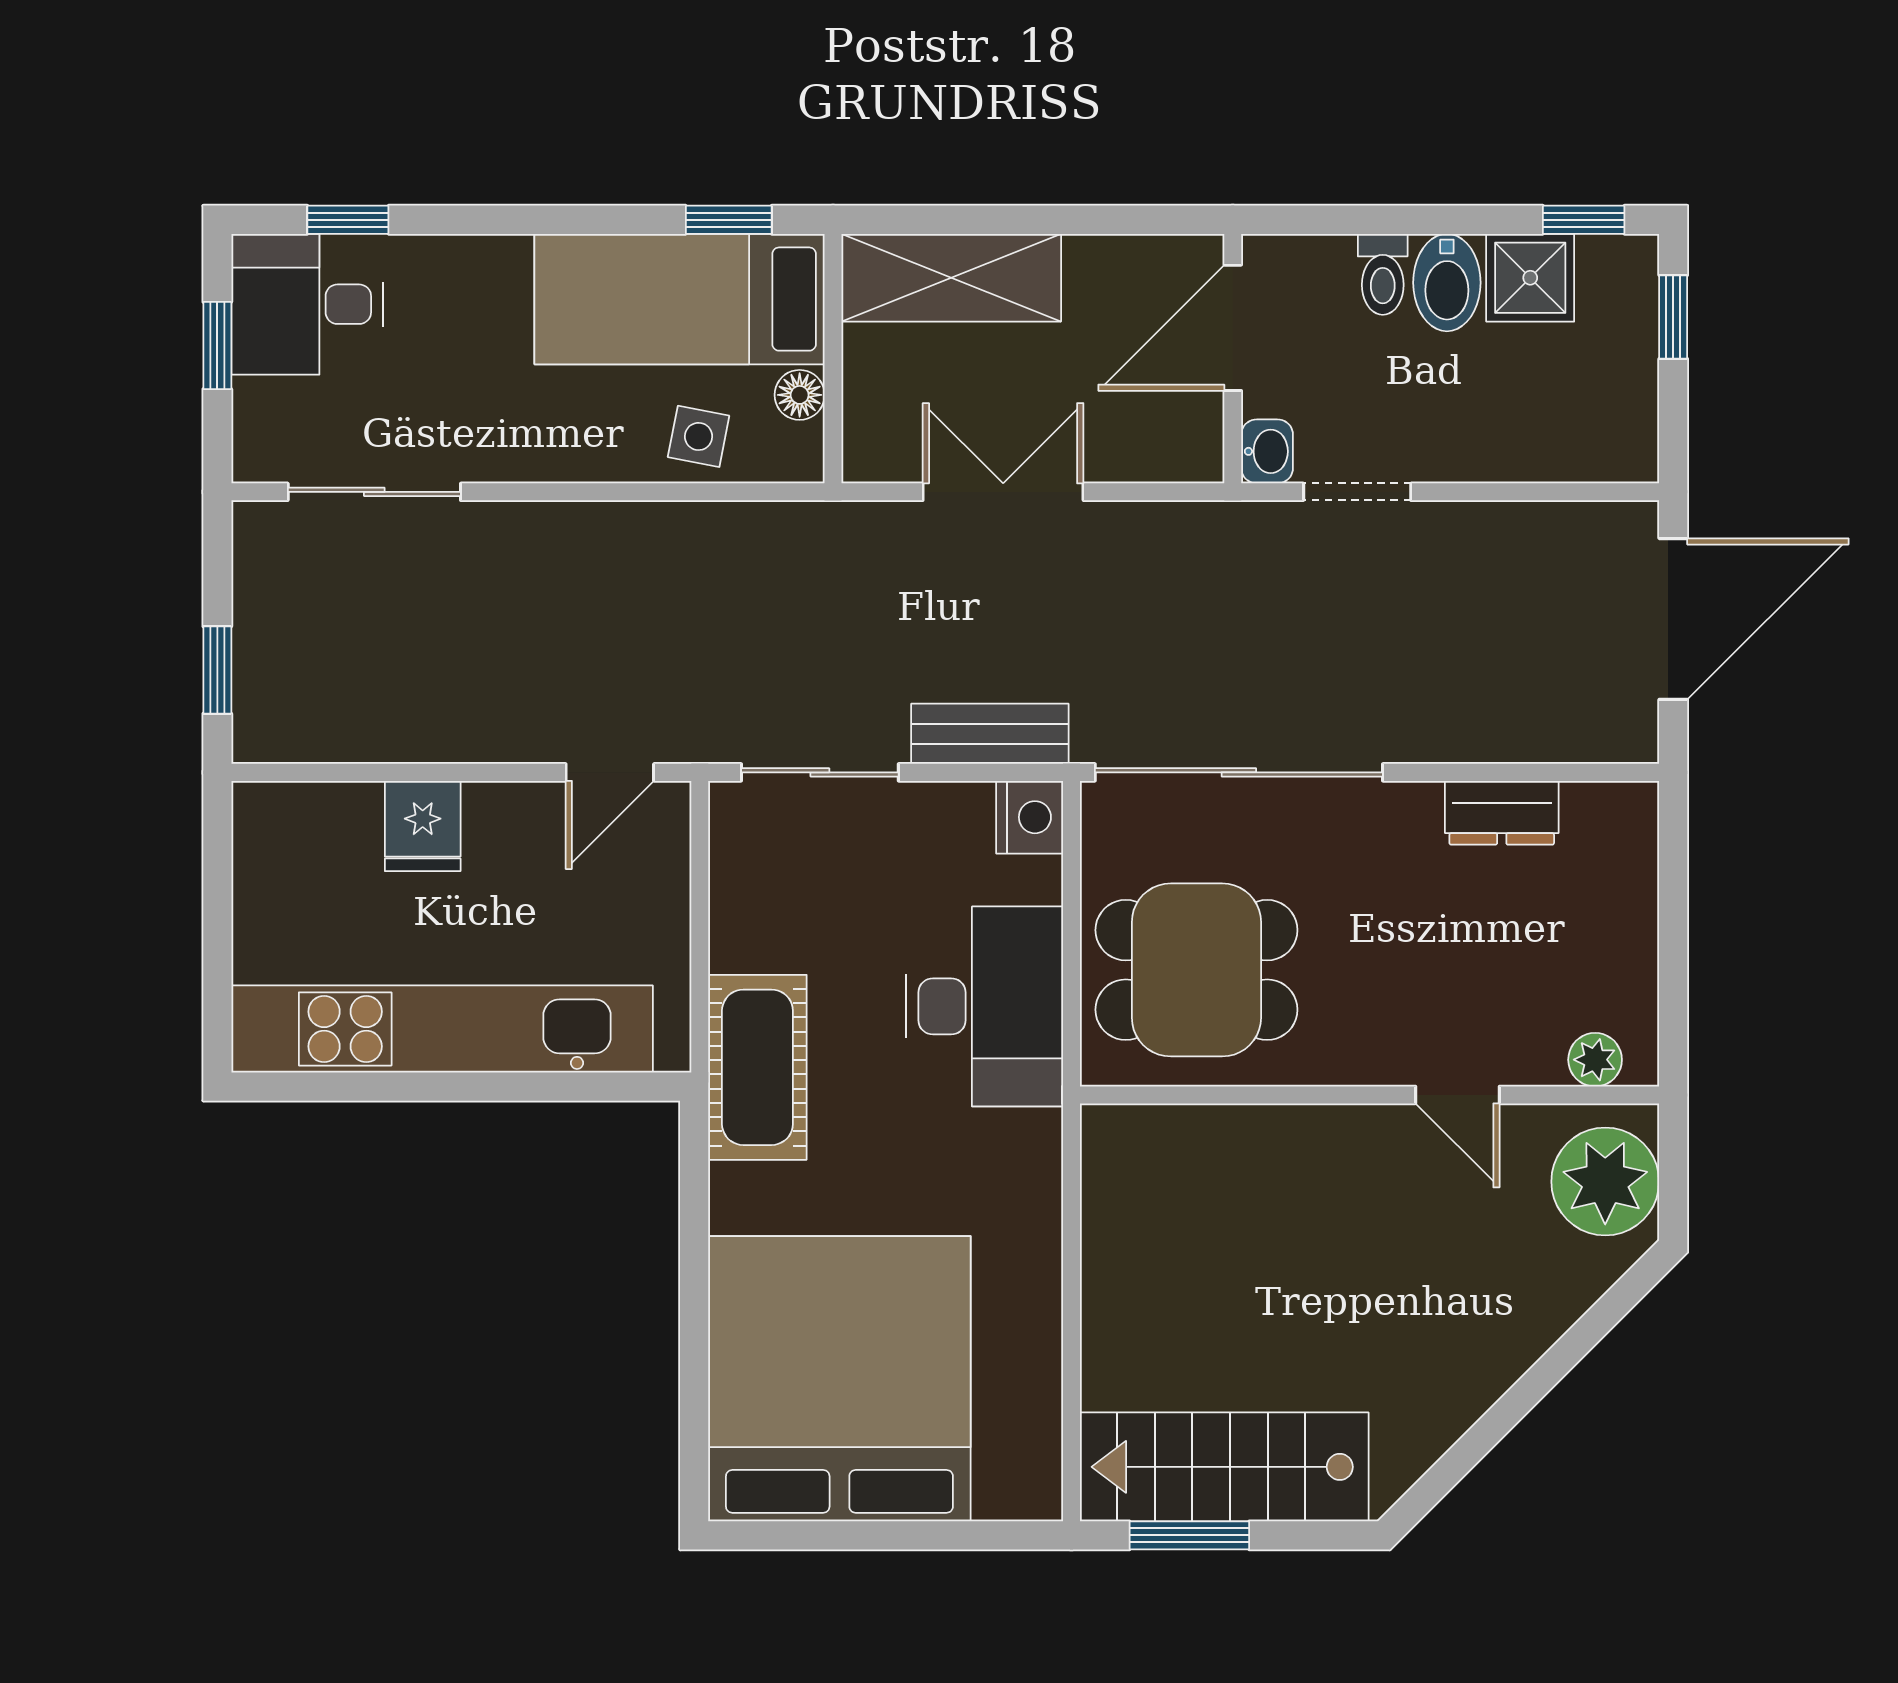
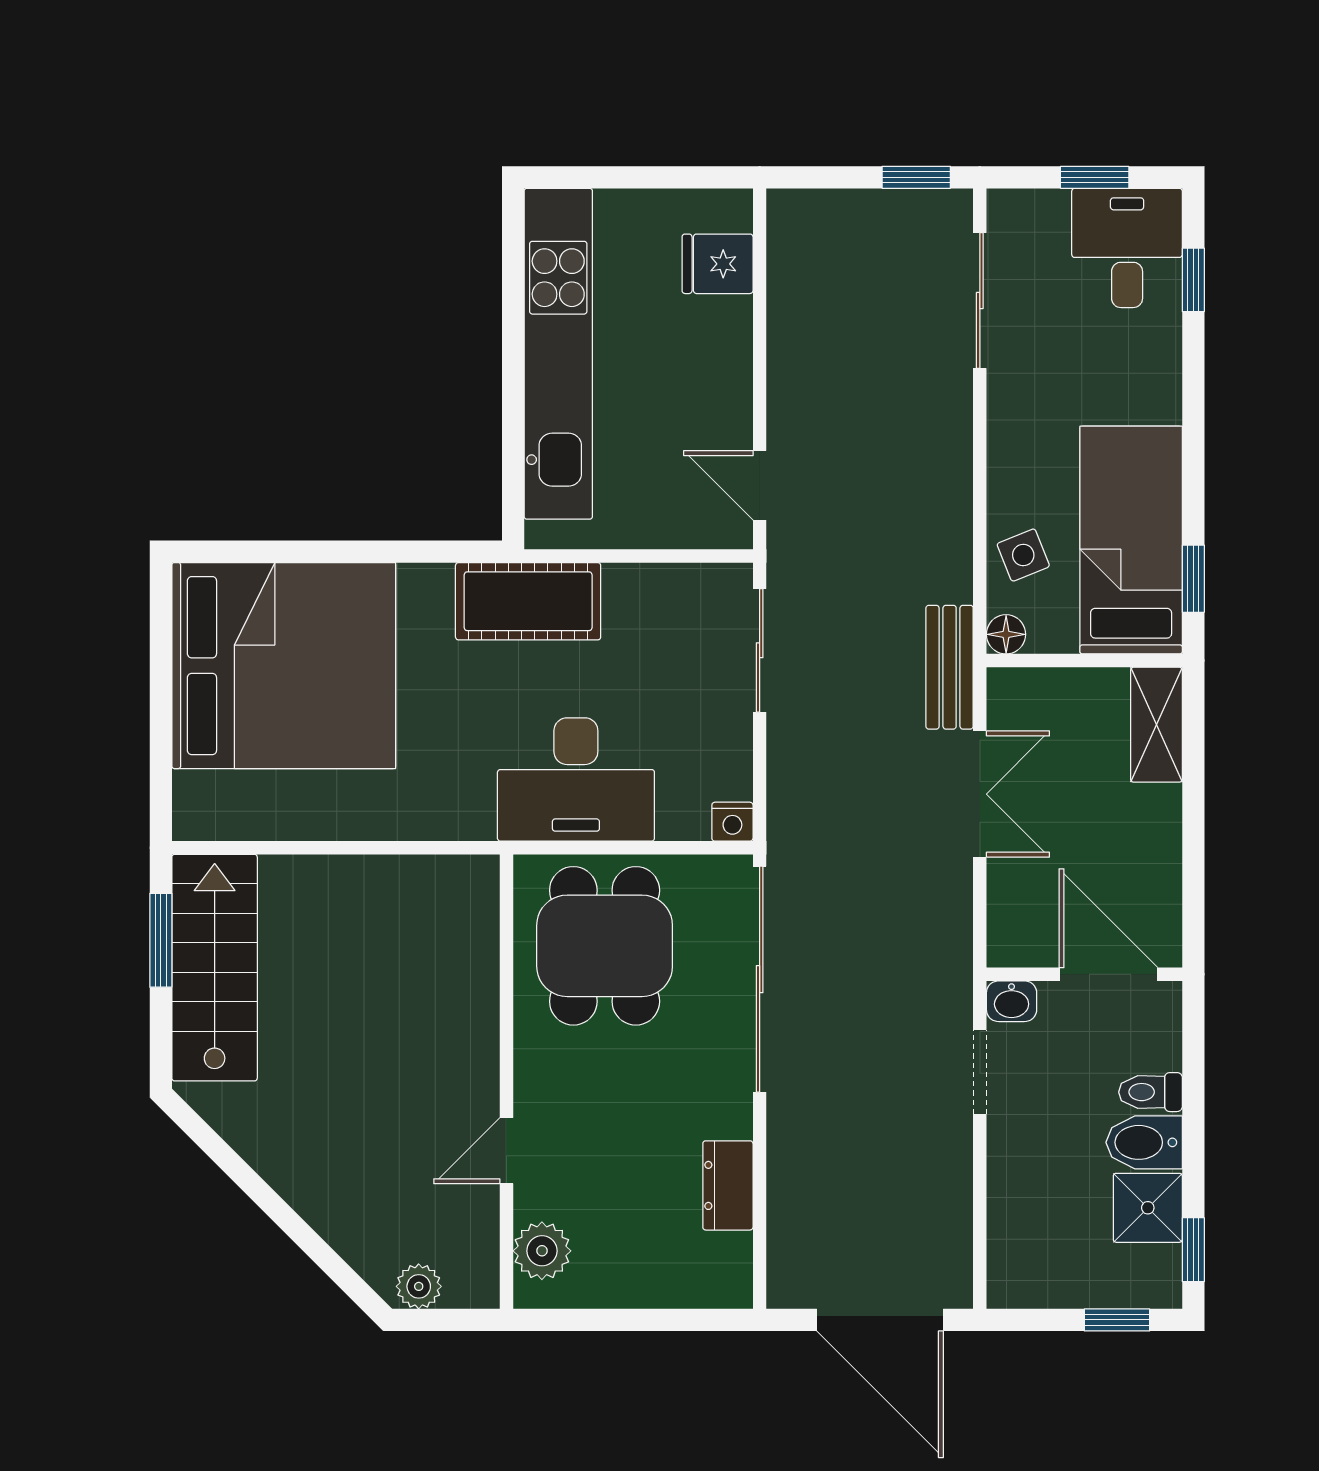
shelving: (951, 278) -> (1156, 725), width x0.67, depth x0.75
floor lamp: (800, 395) -> (1006, 634), moved
side table: (699, 436) -> (1023, 555), turned -33
window: (217, 670) -> (916, 177), moved
bench: (990, 734) -> (950, 667), moved
nightstand: (1030, 817) -> (732, 822), width x0.72, depth x0.74
fridge: (423, 826) -> (718, 264), moved
plant: (1595, 1060) -> (542, 1251), width x1.38, depth x1.38
plant: (1605, 1182) -> (419, 1286), width x0.53, depth x0.53

